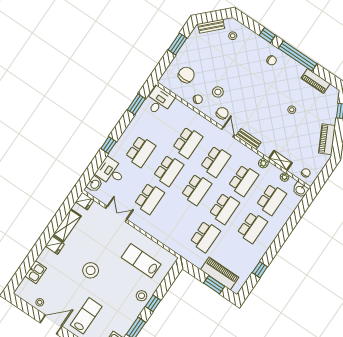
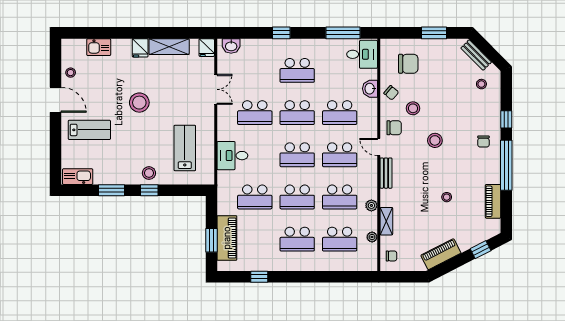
stool: (249, 92) -> (435, 140), added
window: (136, 104) -> (343, 33), width x1.44
door: (228, 132) -> (379, 147), swing flipped
desk: (111, 172) -> (232, 156), moved, turned -90
washbasin: (300, 190) -> (370, 89), moved

